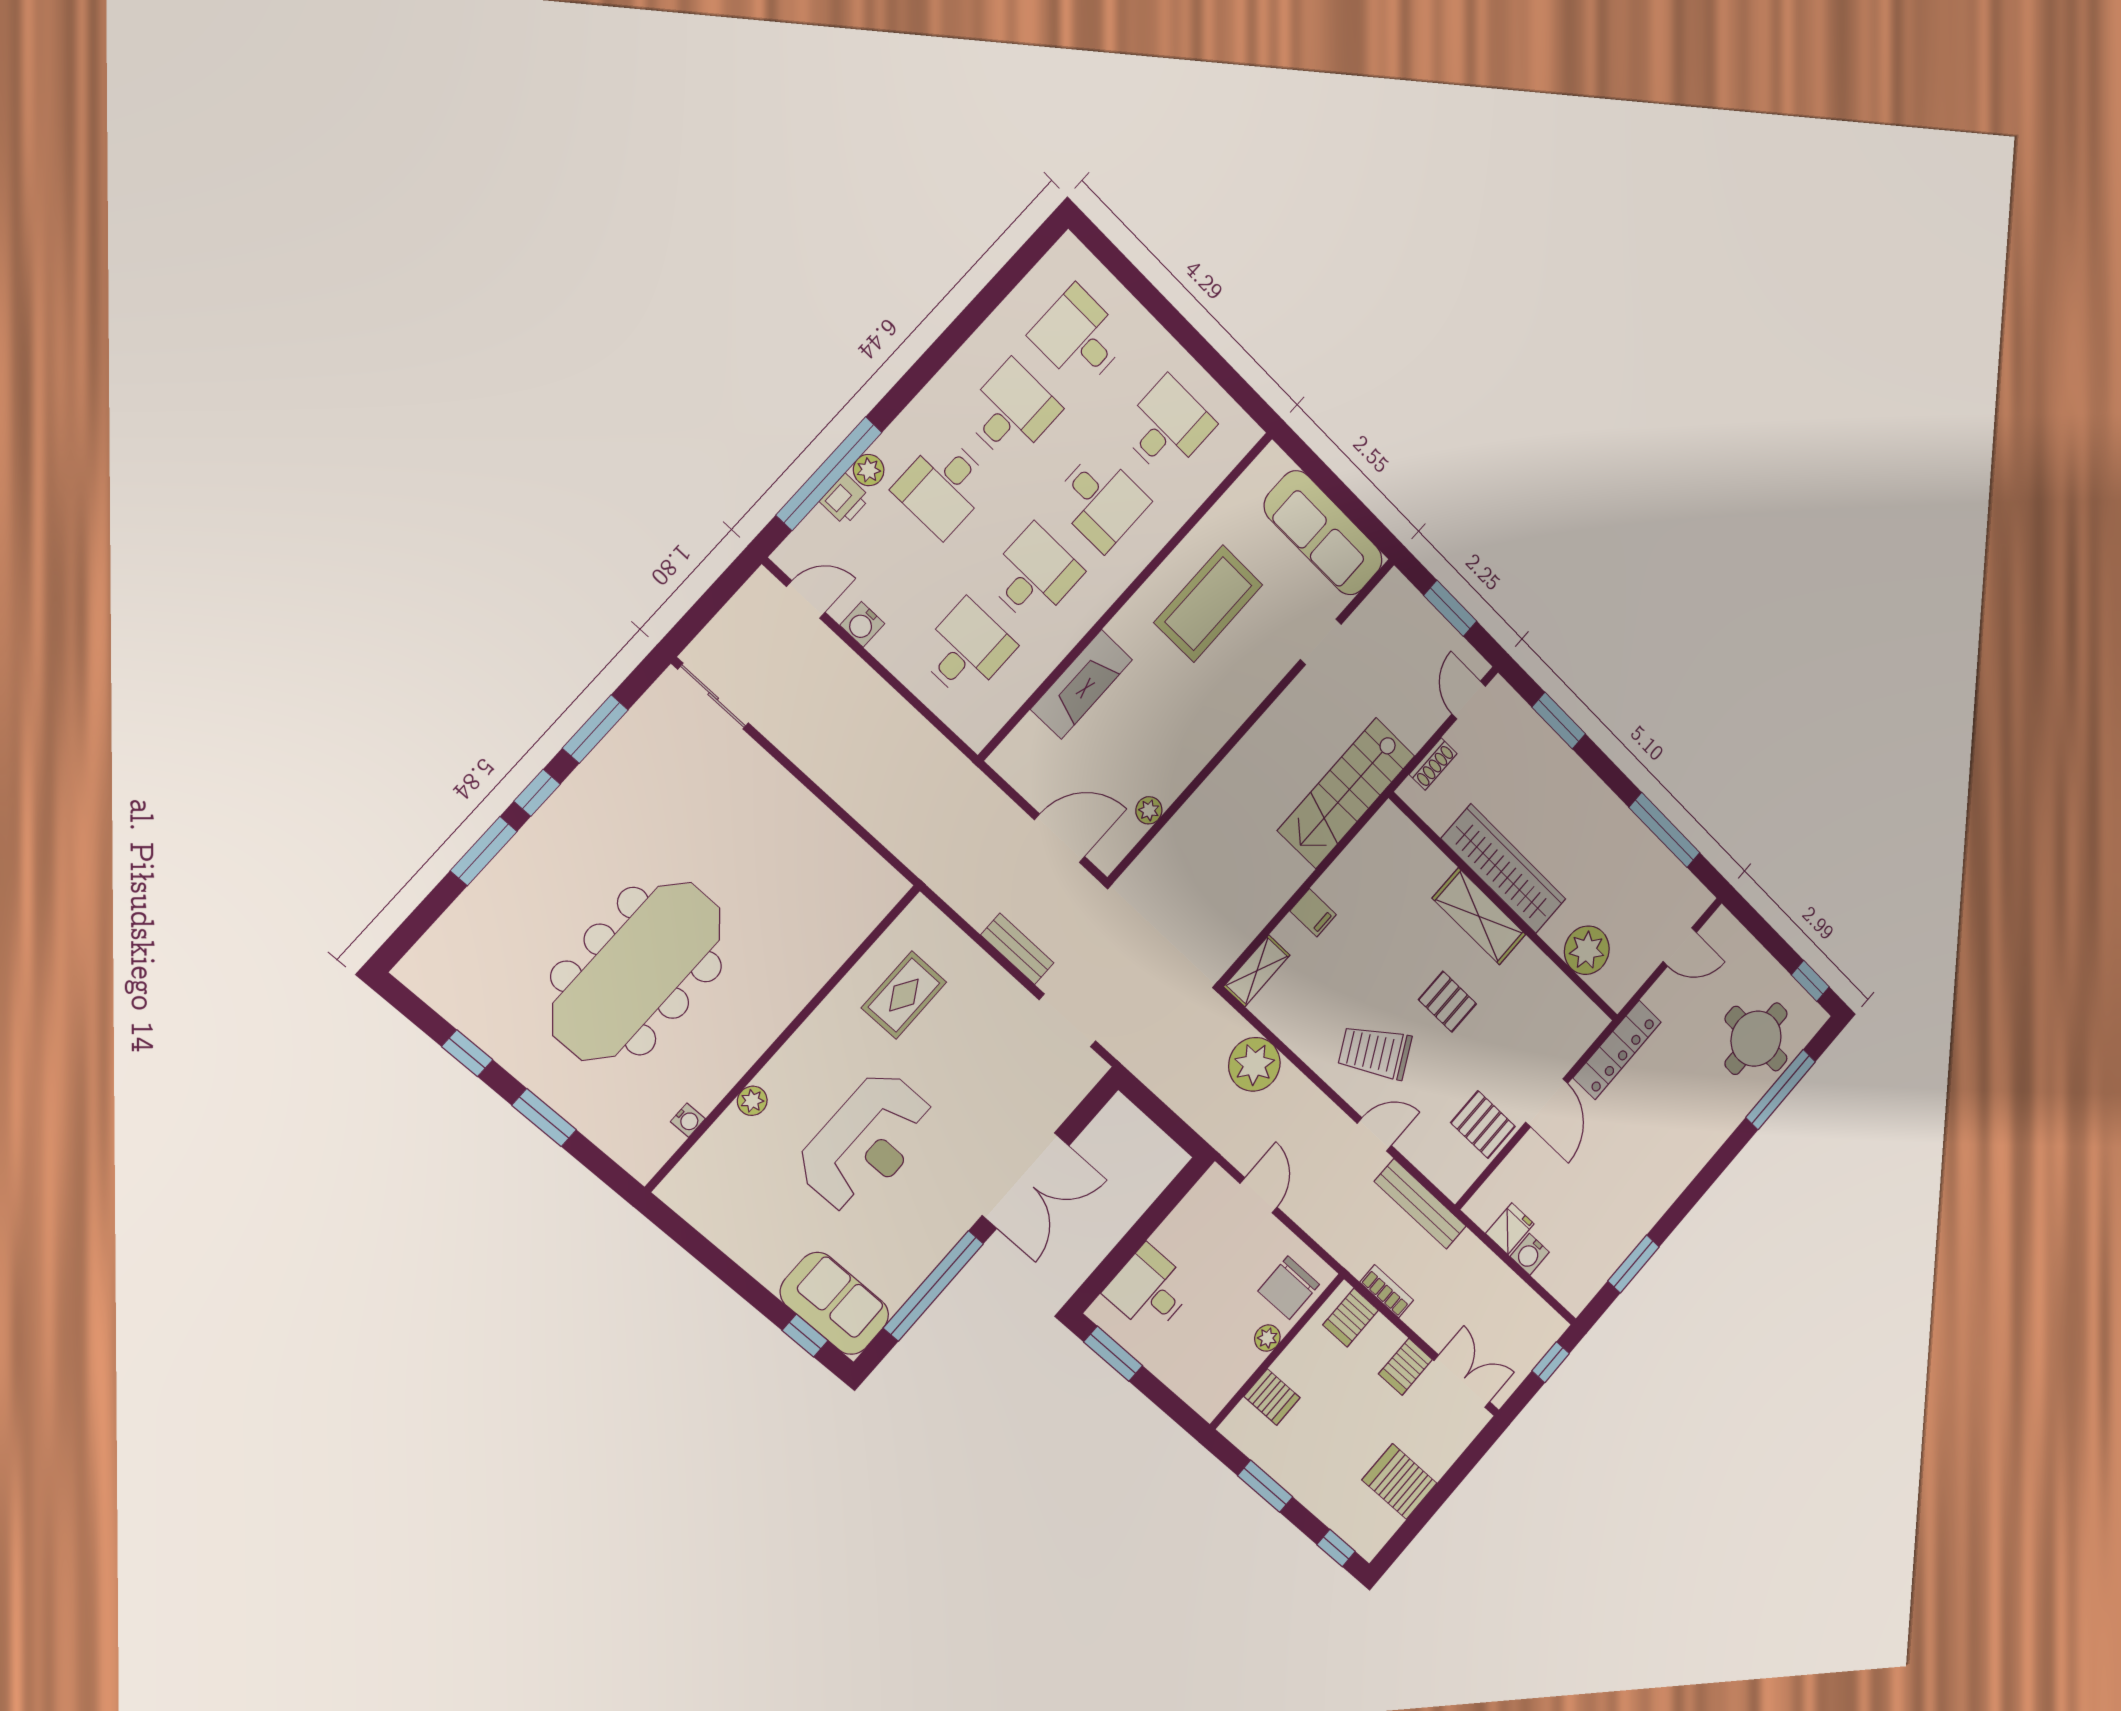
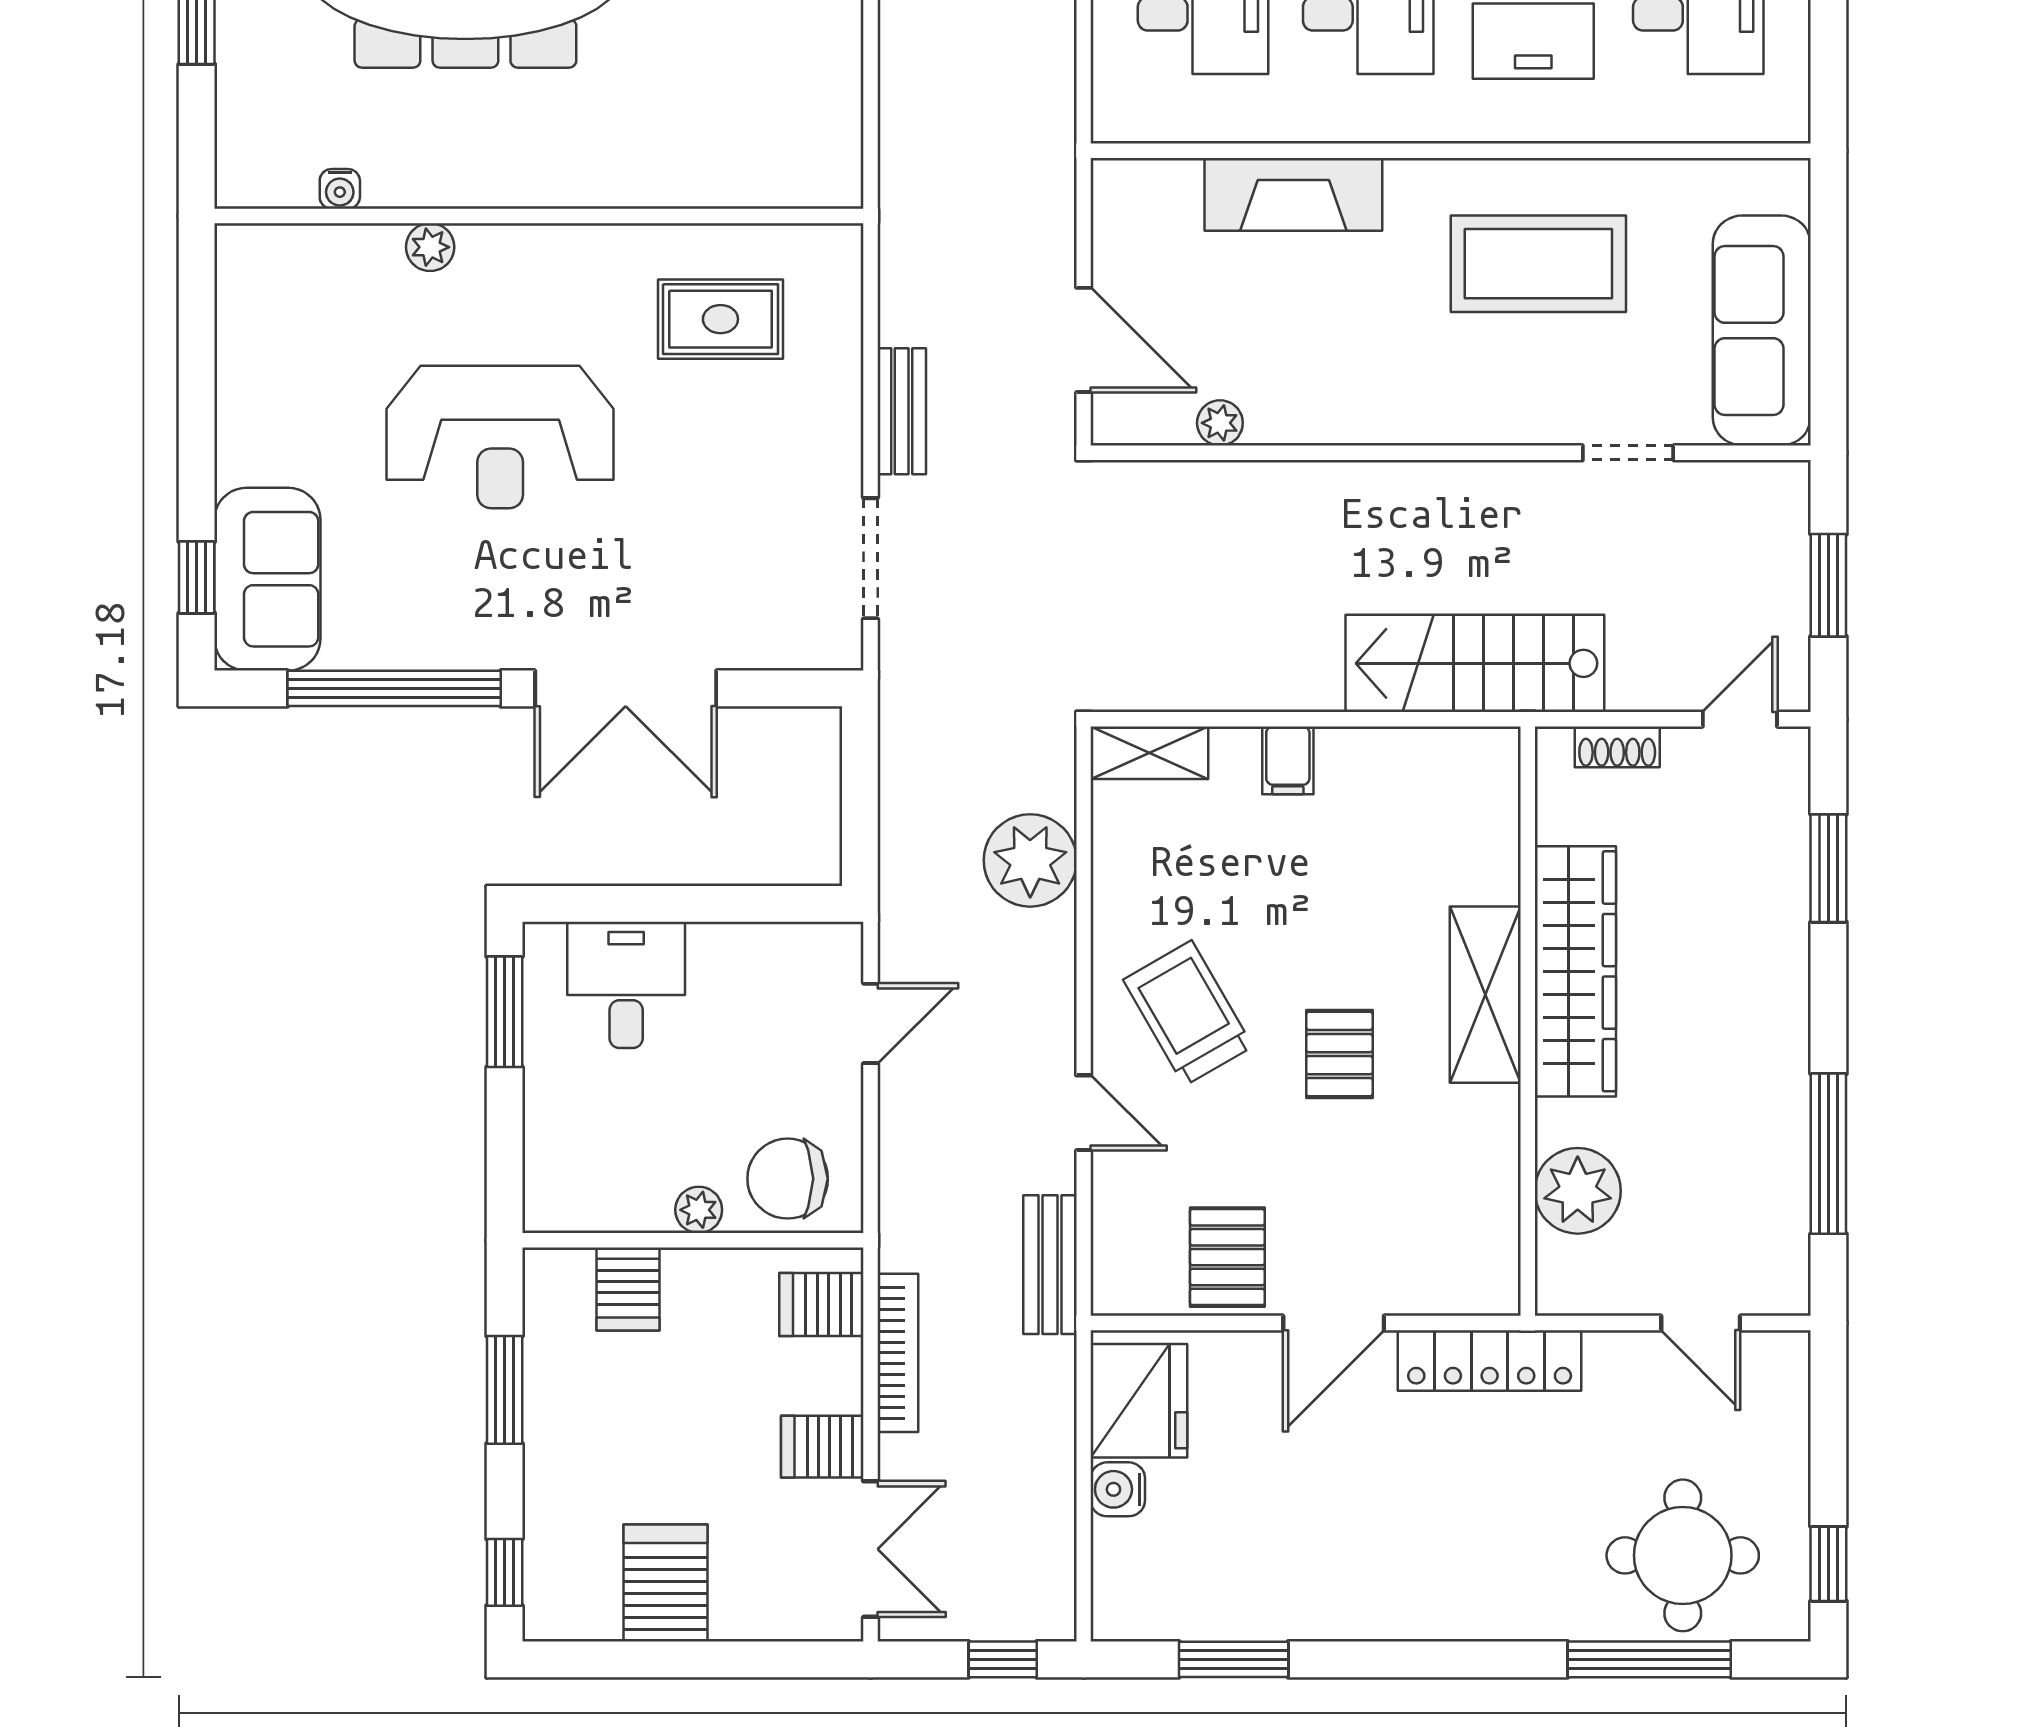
bench: (1420, 1204) -> (1050, 1265), width x0.73
fridge: (1510, 1229) -> (1139, 1401), width x1.88, depth x1.34
bookcase: (1387, 1291) -> (898, 1353), width x1.56

